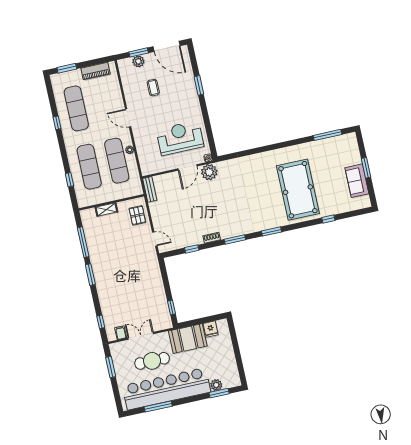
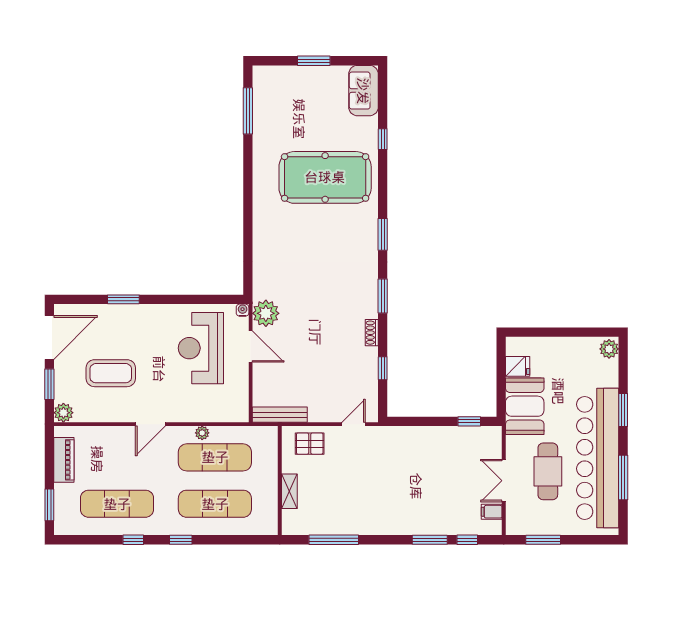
plant: (138, 61) -> (63, 413), moved
coffee table: (153, 88) -> (111, 373), width x1.86, depth x1.72
window: (69, 180) -> (181, 540), moved
sofa: (357, 181) -> (363, 91), moved, turned 90
bench: (150, 189) -> (280, 415), width x1.36
window: (90, 275) -> (430, 540), moved
plant: (216, 385) -> (609, 349), moved
window: (219, 393) -> (623, 410), moved

